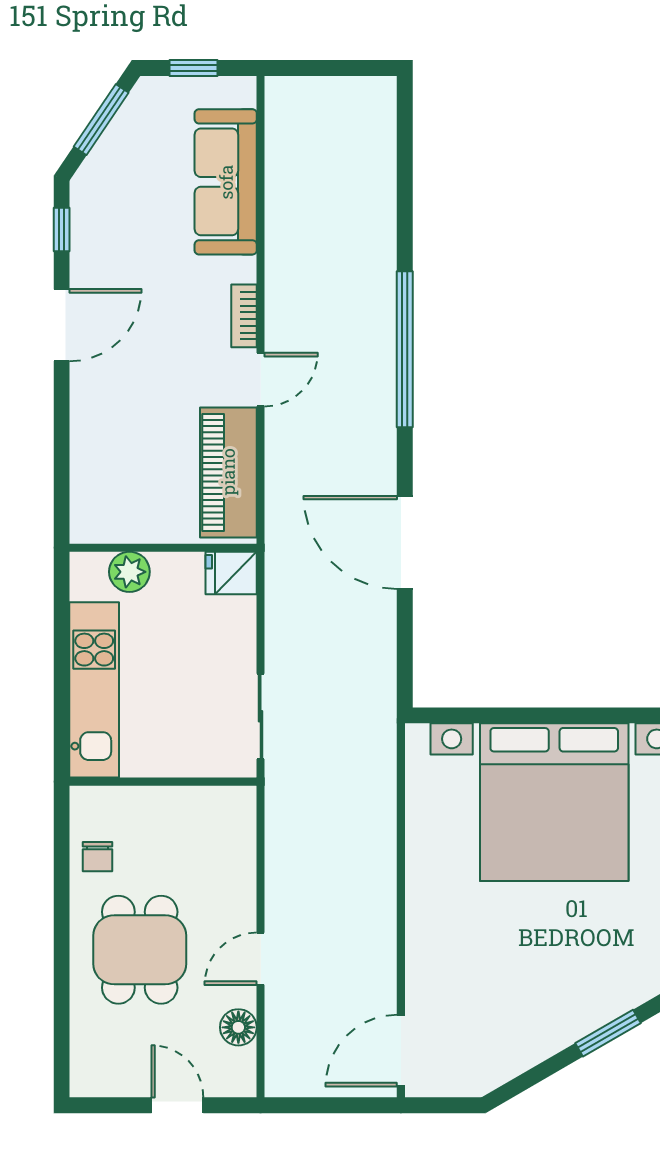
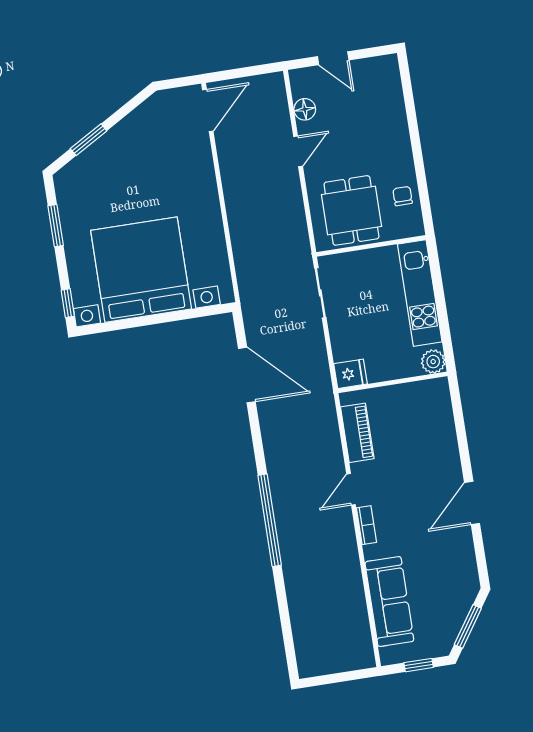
window: (62, 230) -> (481, 559), removed
piano: (228, 472) -> (357, 433), width x0.73, depth x0.75
door: (405, 542) -> (247, 375), moved
plant: (129, 572) -> (433, 362), moved
dining table: (140, 950) -> (351, 210), moved

